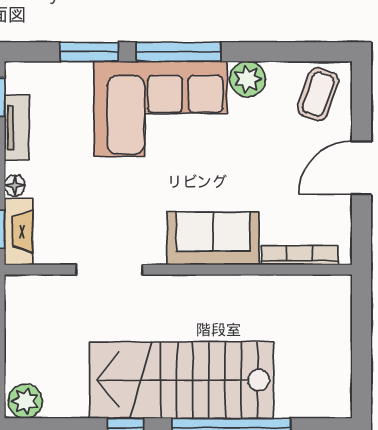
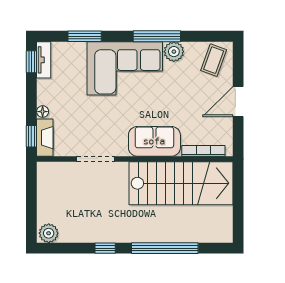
window: (178, 52) -> (157, 36), moved
tv unit: (17, 128) -> (44, 60), moved
stairs: (181, 380) -> (181, 183), moved, turned 180

